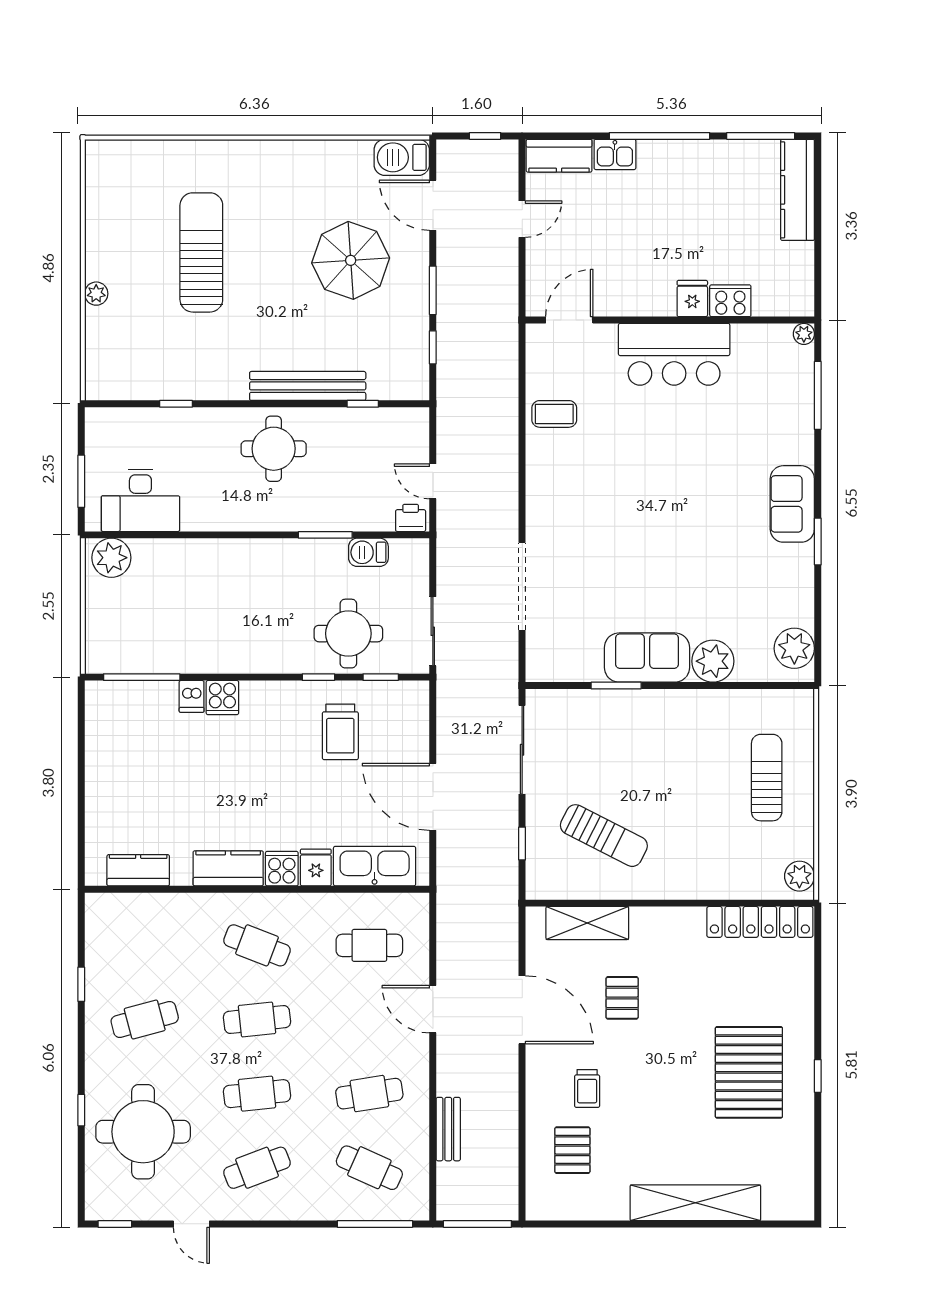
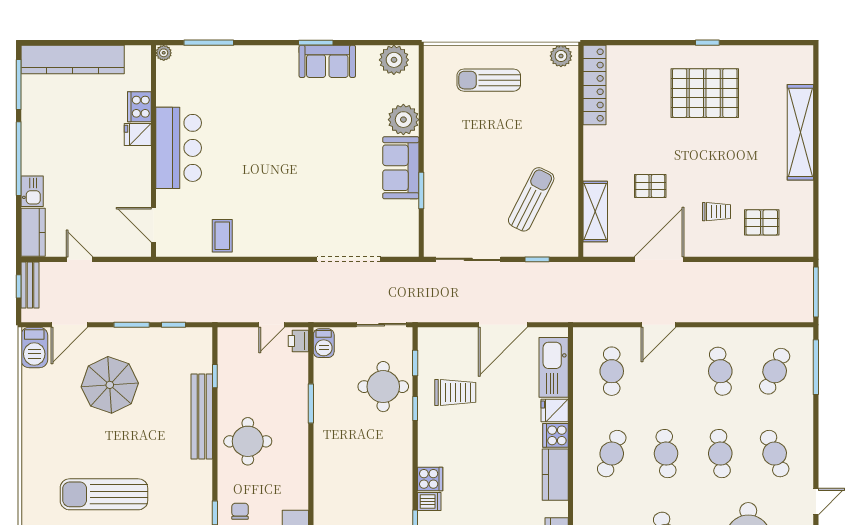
kitchen counter: (798, 190) -> (73, 60), width x1.39, depth x1.17
chair: (178, 438) -> (240, 511), added
sofa: (792, 504) -> (327, 61), moved
barbecue: (368, 552) -> (324, 343), moved
bench: (448, 1129) -> (30, 285), moved, turned 90

